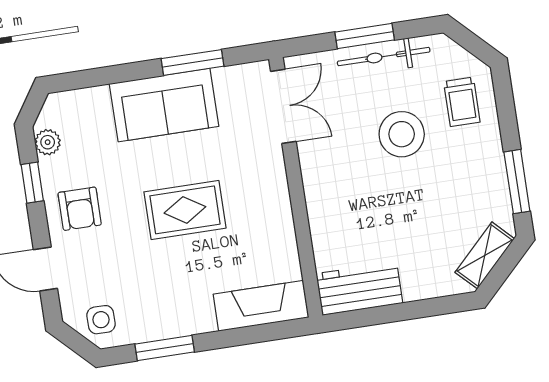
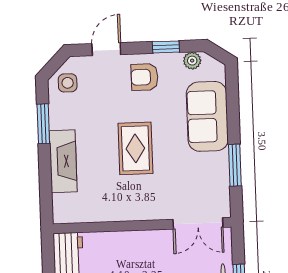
sofa: (164, 105) -> (207, 116), moved
fireplace: (261, 306) -> (63, 161), moved

